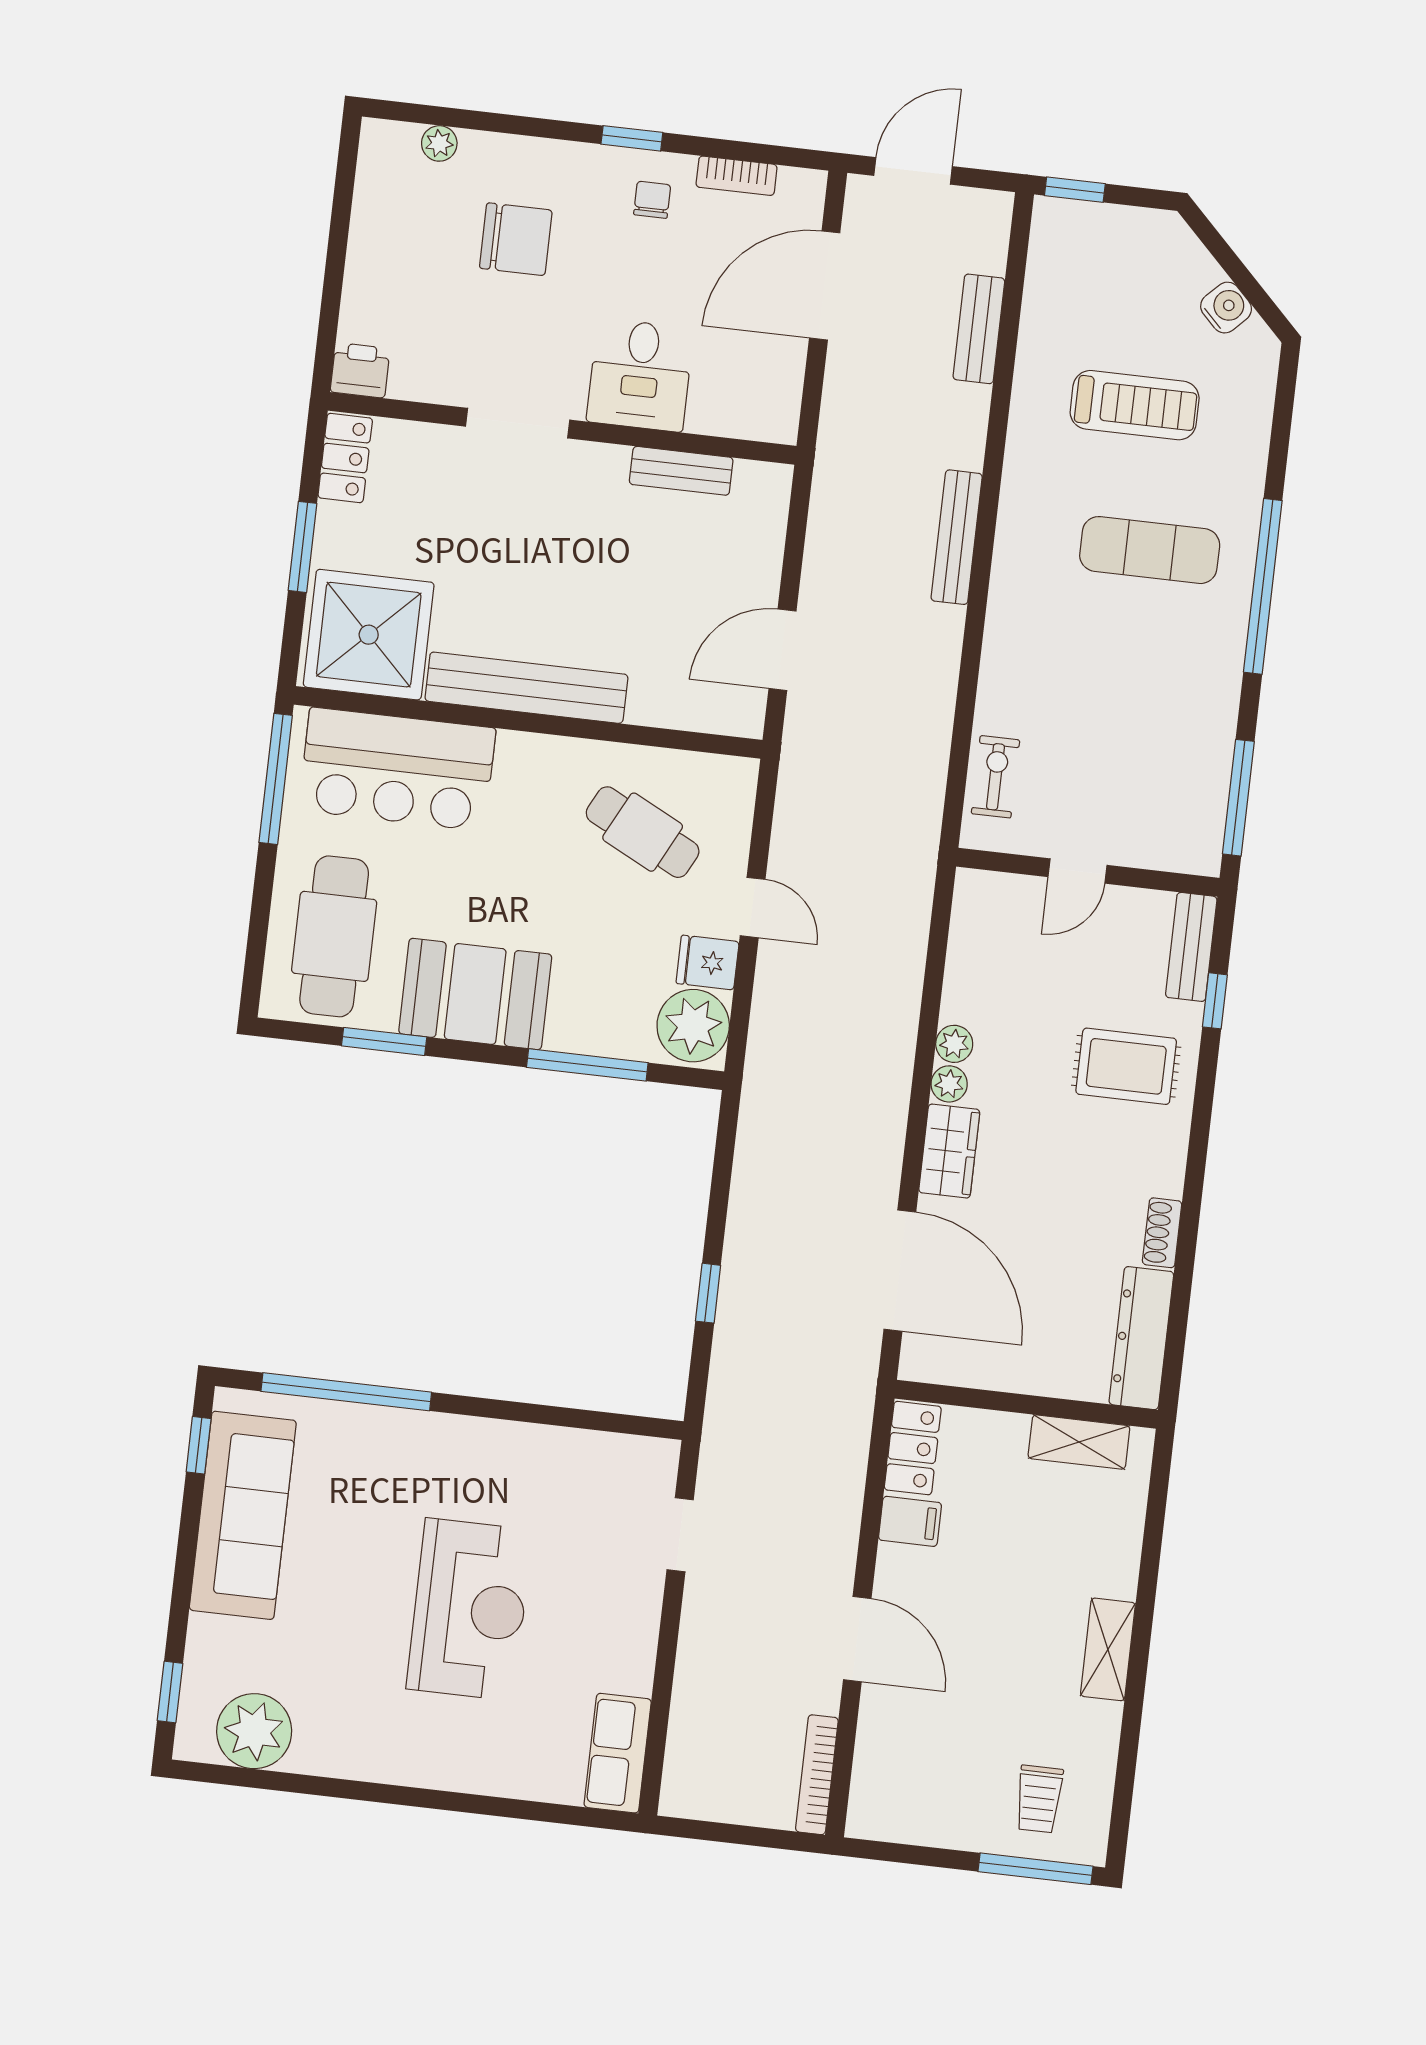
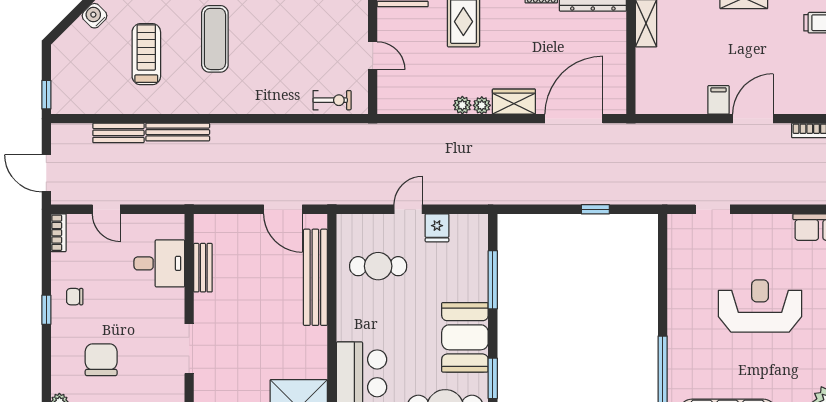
bookcase: (737, 176) -> (59, 233), moved
door: (825, 285) -> (106, 209), width x0.53
desk: (640, 375) -> (159, 263), moved
bench: (957, 537) -> (178, 132), moved
bench: (526, 688) -> (315, 277), moved
exercise bike: (996, 777) -> (332, 100), turned 180
cafe table: (643, 832) -> (378, 266), turned 63
plant: (693, 1026) -> (468, 231), removed
locker: (913, 1448) -> (658, 103), removed
filing cabinet: (910, 1521) -> (718, 100), moved

